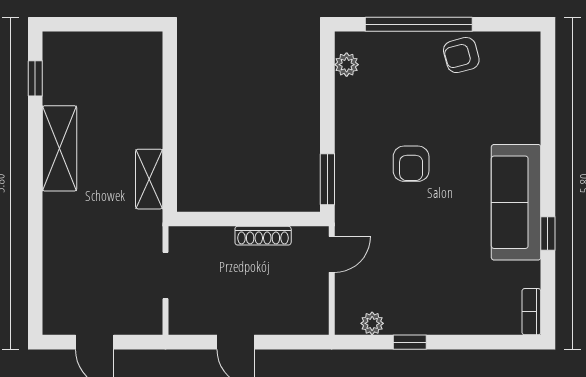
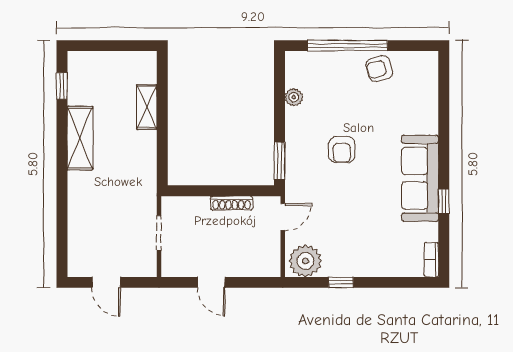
plant: (347, 65) -> (294, 97), moved
shelving: (149, 179) -> (147, 107), moved
plant: (372, 323) -> (305, 261), width x1.87, depth x1.87

